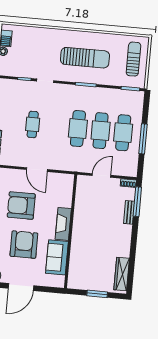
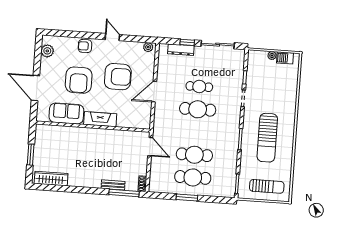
cafe table: (78, 129) -> (198, 109), moved
window: (143, 139) -> (187, 197), width x0.69
door: (102, 175) -> (150, 147), moved
armchair: (21, 206) -> (118, 77), turned 90
armchair: (24, 245) -> (79, 80), turned 90
door: (21, 287) -> (35, 88), moved

